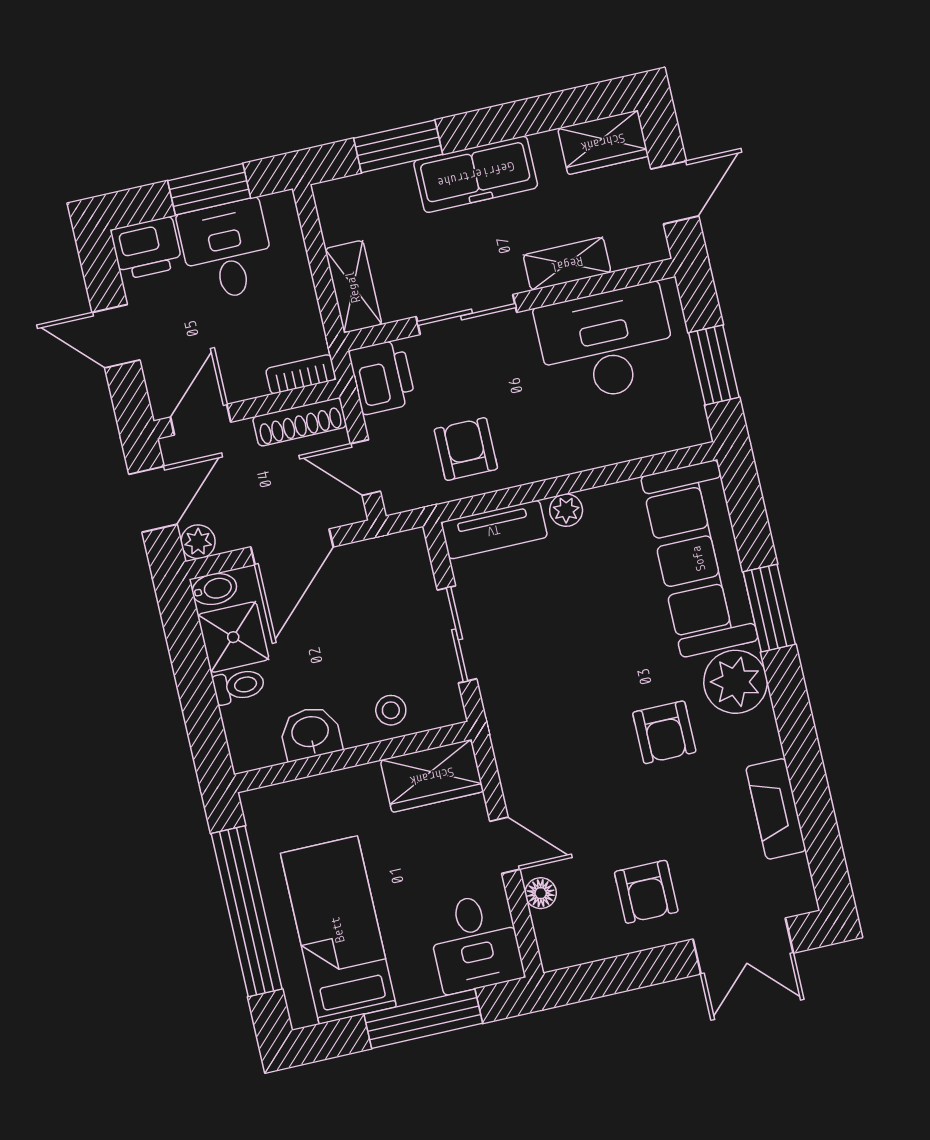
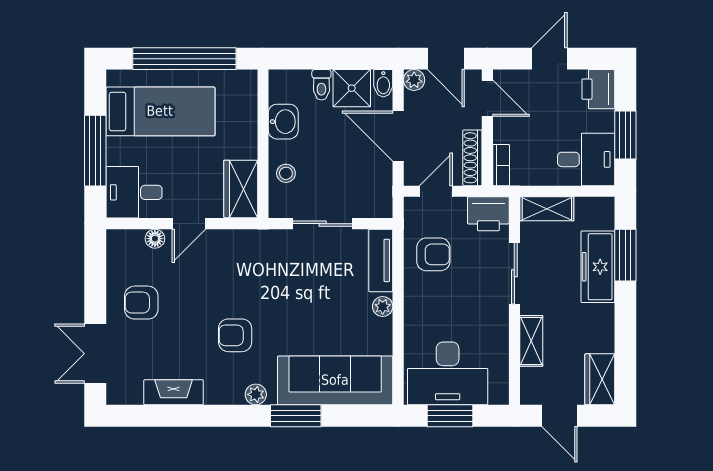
freezer: (476, 174) -> (598, 267), moved
desk: (227, 250) -> (586, 159), moved
desk: (606, 344) -> (448, 373), moved, turned 90
plant: (736, 682) -> (256, 394), width x0.53, depth x0.53

